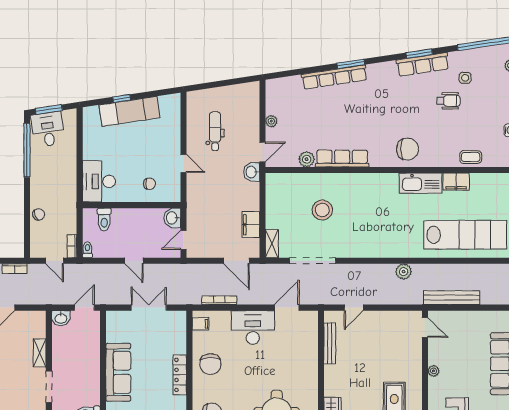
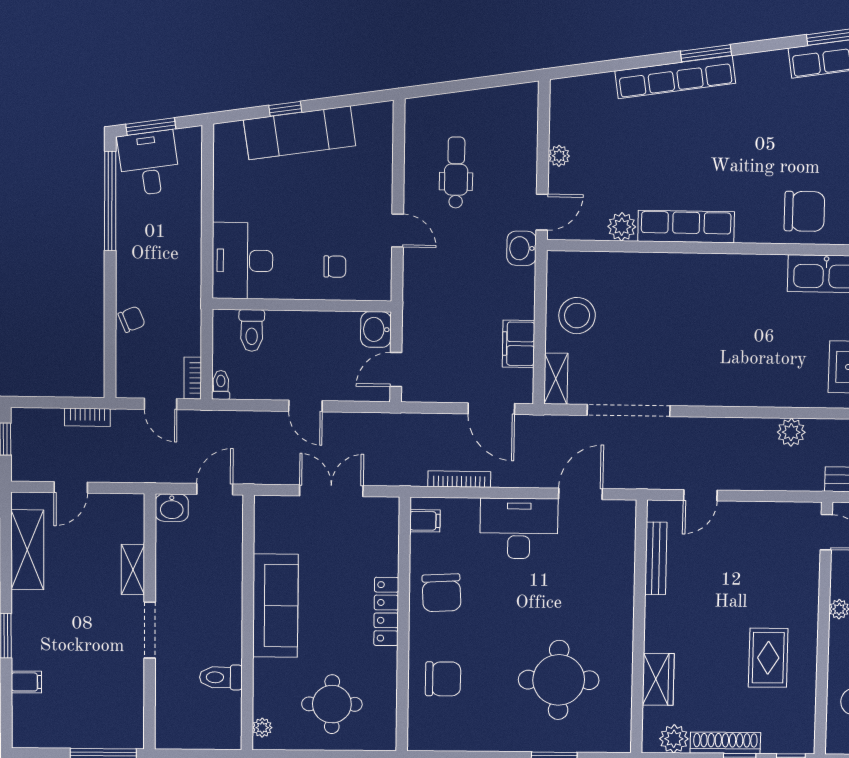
stool: (322, 210) -> (577, 316), moved

